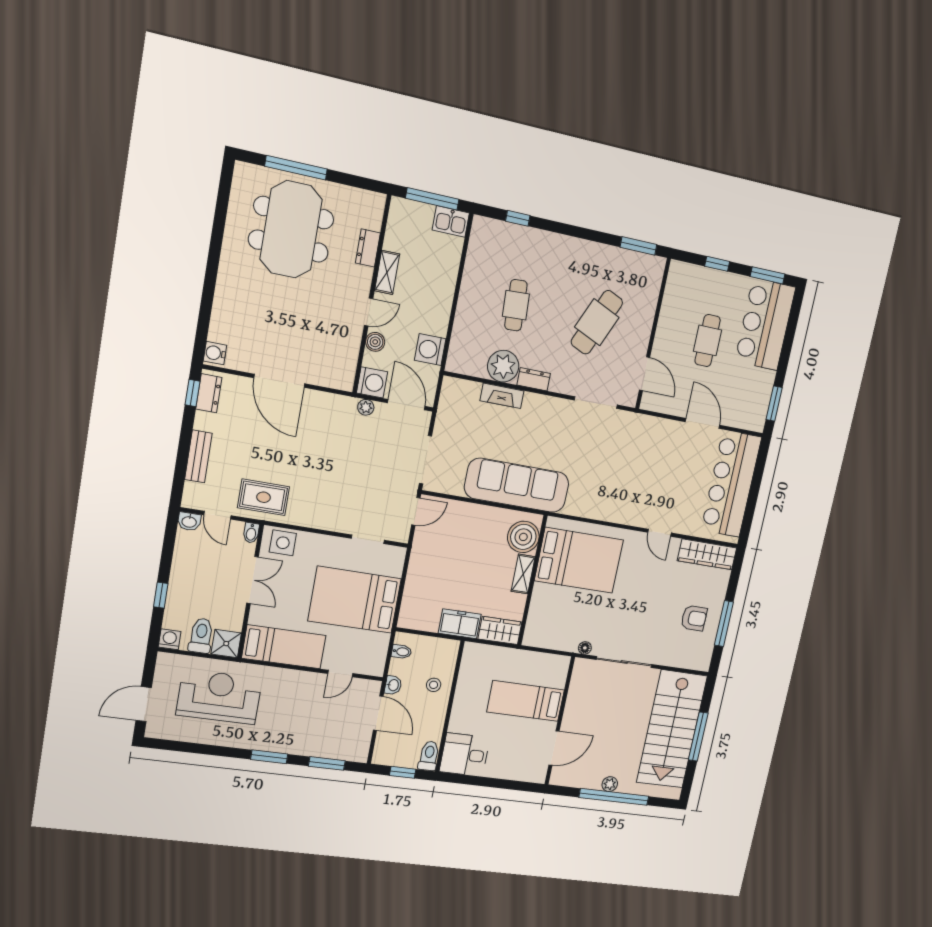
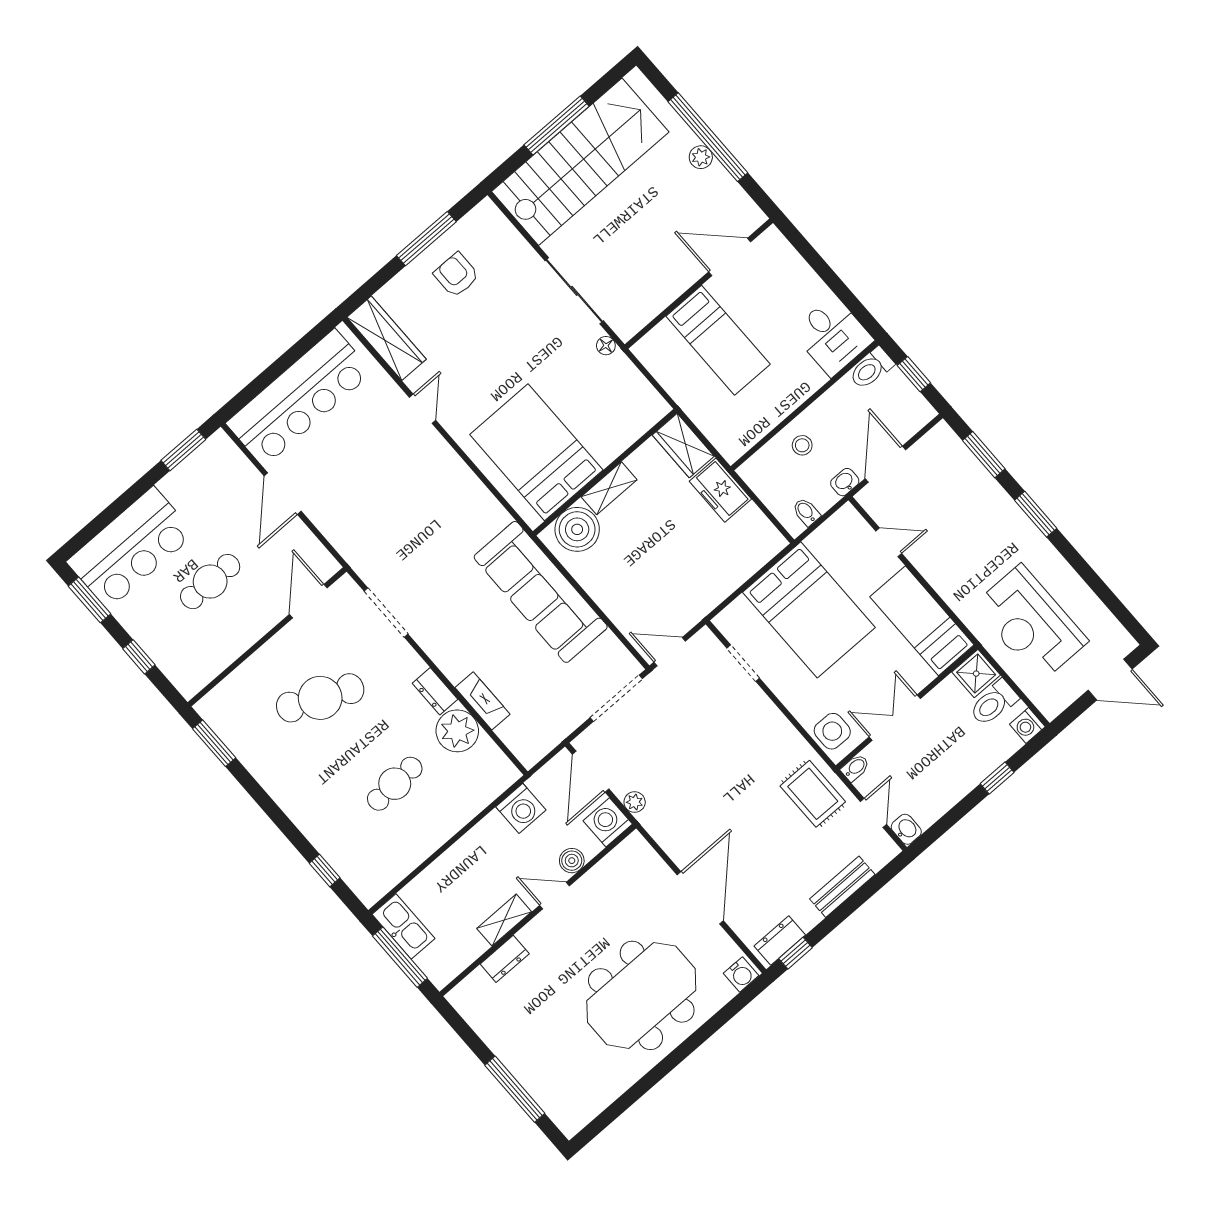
kitchen sink: (451, 222) -> (403, 926), width x1.38
meeting table: (291, 229) -> (641, 995), moved

